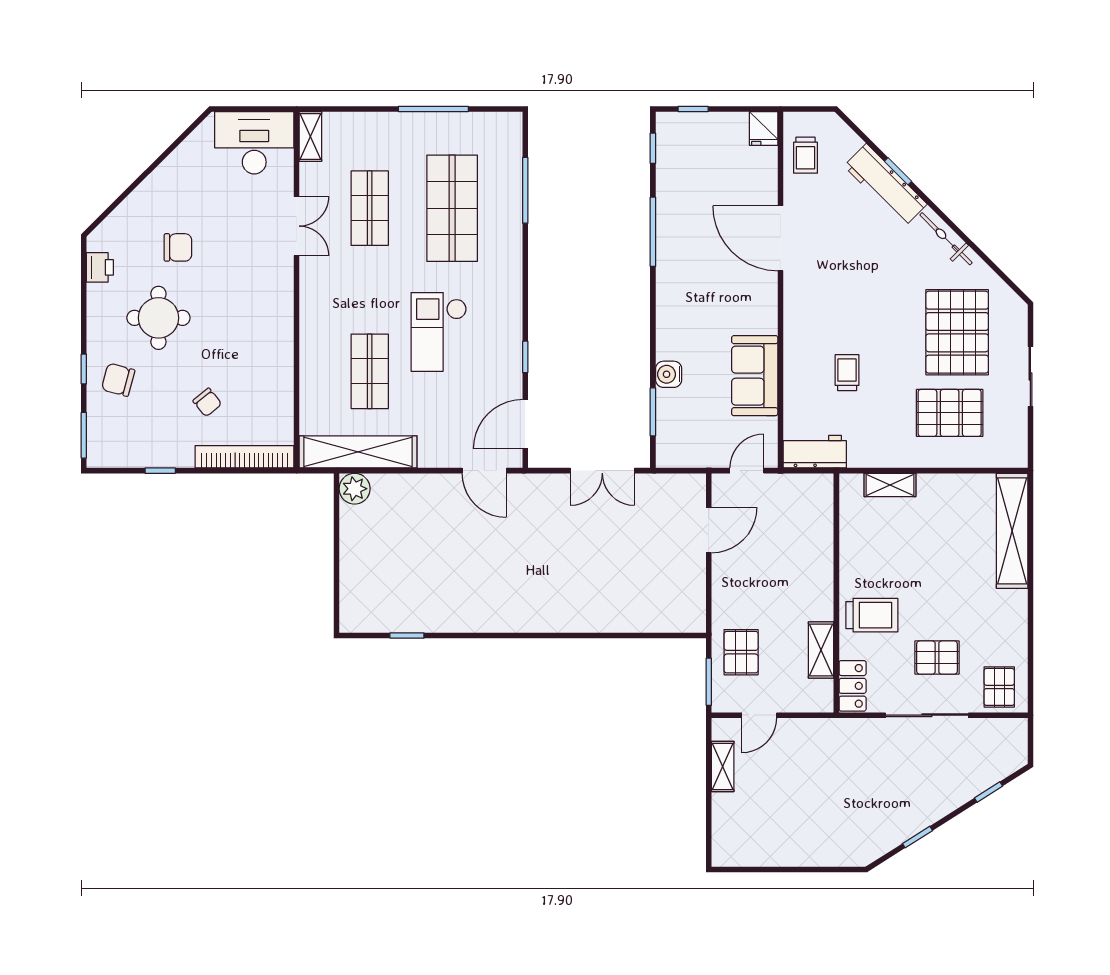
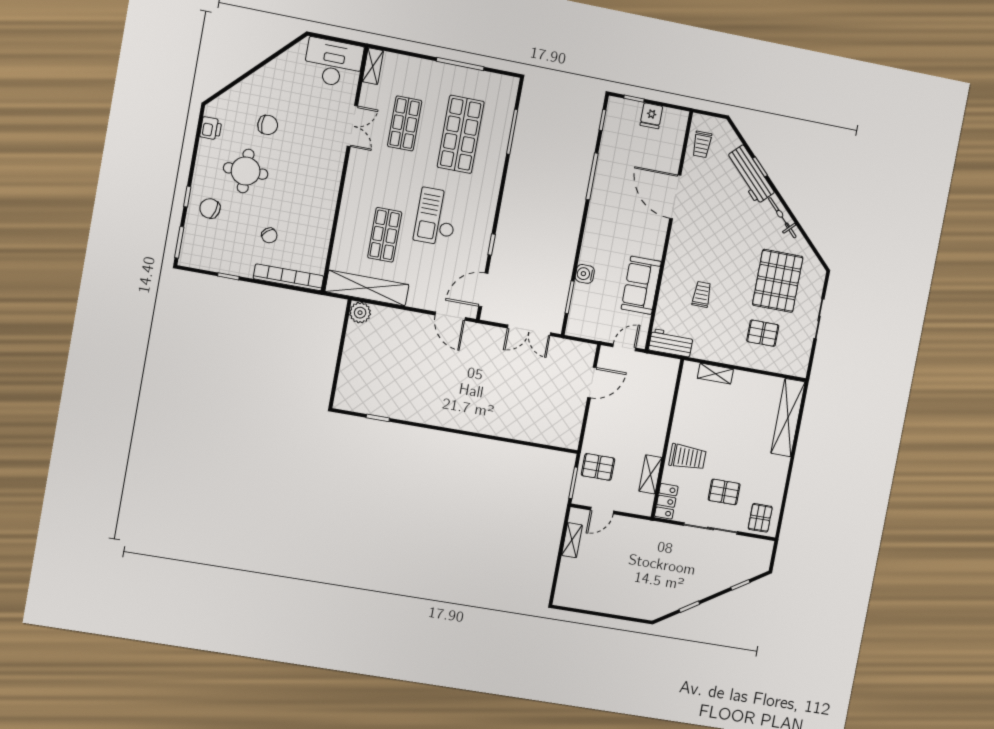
fridge: (764, 129) -> (651, 116), moved
pallet: (950, 413) -> (763, 333), width x0.67, depth x0.71
pallet: (741, 652) -> (598, 467), turned 90

